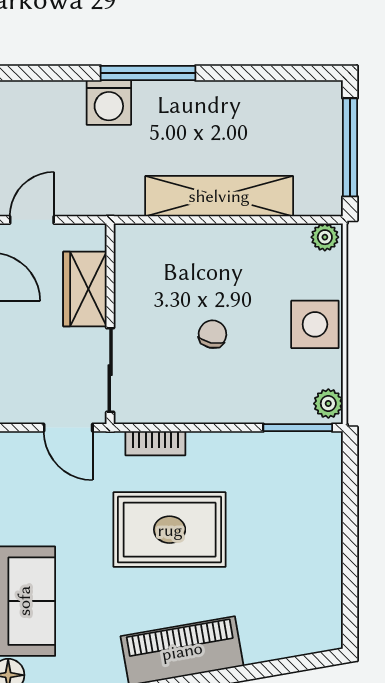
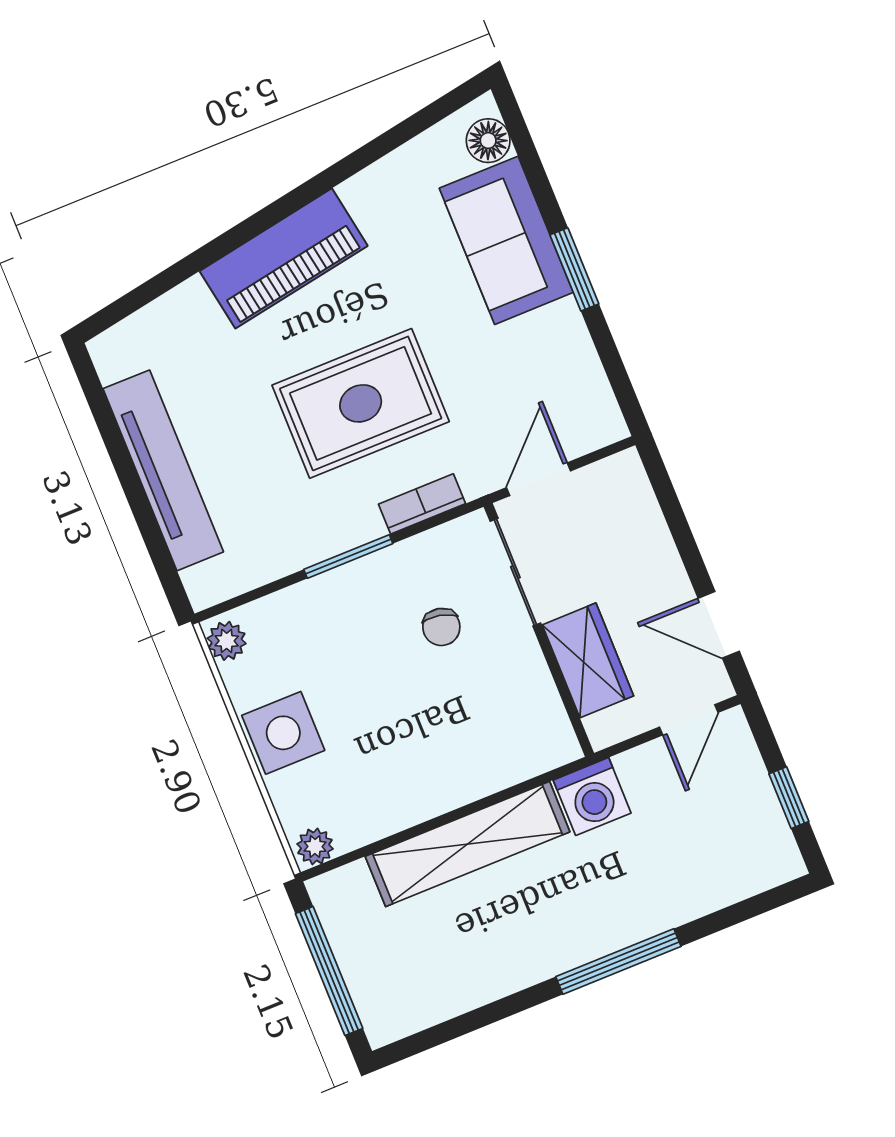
washing machine: (109, 103) -> (592, 797), moved, turned 180
chair: (212, 334) -> (441, 627), moved
door: (68, 428) -> (539, 479), hinge flipped
window: (298, 428) -> (348, 556), moved
tv unit: (324, 539) -> (163, 470), added

